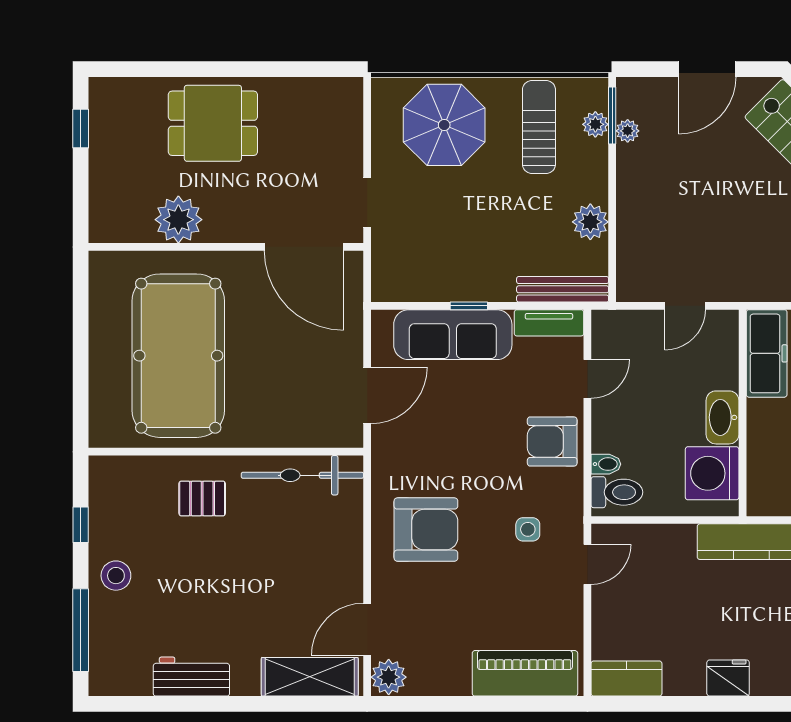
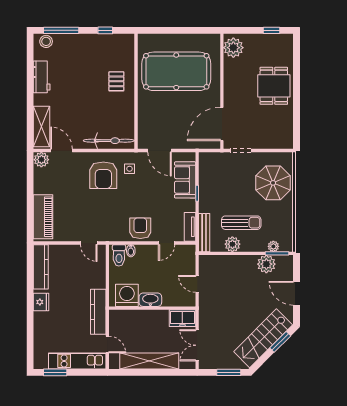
sun lounger: (539, 127) -> (241, 223), moved
plant: (628, 131) -> (266, 264), width x1.87, depth x1.87
plant: (178, 220) -> (233, 48), moved
sofa: (453, 335) -> (185, 180), width x0.73
freezer: (767, 353) -> (182, 318), width x0.71
door: (587, 379) -> (166, 243), hinge flipped
bicycle: (302, 475) -> (109, 141), moved, turned 90
side table: (528, 529) -> (130, 169), moved
stool: (116, 576) -> (46, 41), moved
kitchen counter: (626, 679) -> (41, 267), width x1.50

